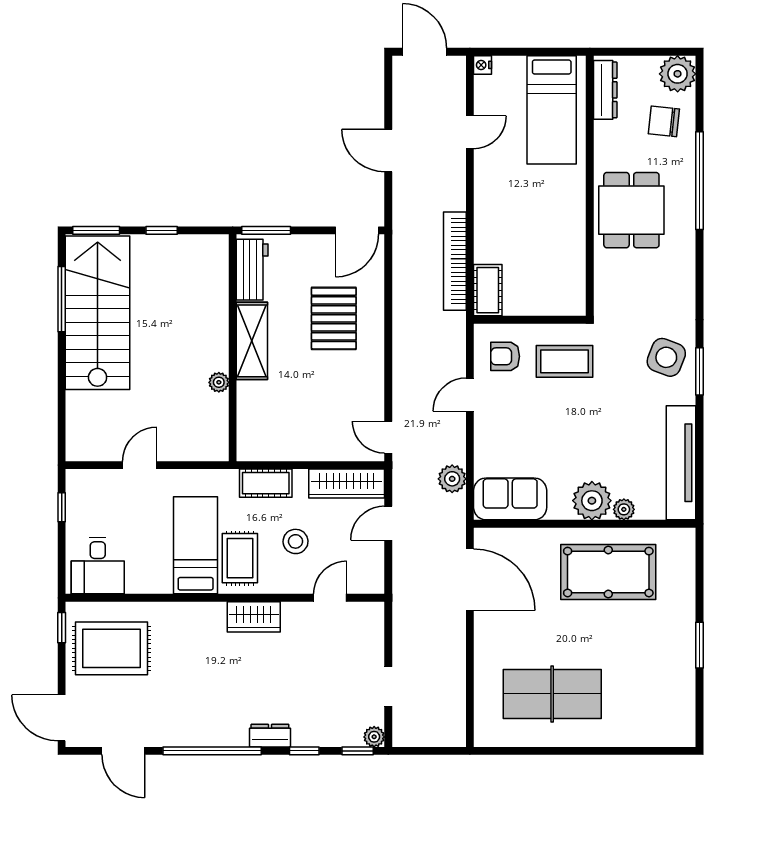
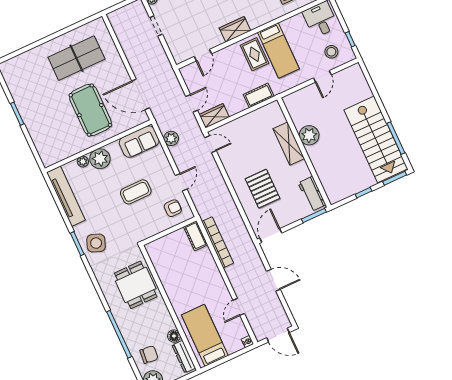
floor lamp: (606, 134) -> (174, 336), added
dining table: (631, 210) -> (136, 285), moved
shelving: (252, 341) -> (289, 144), moved
coffee table: (564, 361) -> (136, 192), moved
plant: (219, 382) -> (309, 135), width x1.87, depth x1.87
wardrobe: (347, 484) -> (214, 116), width x0.67
stool: (296, 541) -> (331, 52), moved
pool table: (608, 572) -> (90, 110), moved, turned 90

